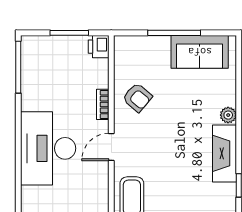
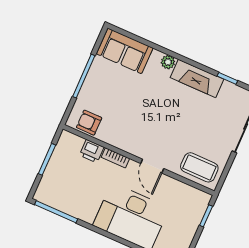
printer: (99, 47) -> (92, 151), moved
sofa: (200, 52) -> (125, 51), moved, turned 90
armchair: (137, 98) -> (89, 123), moved, turned -130

